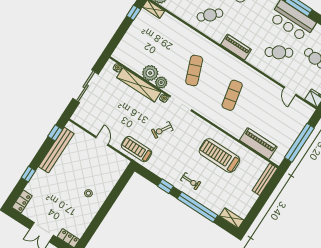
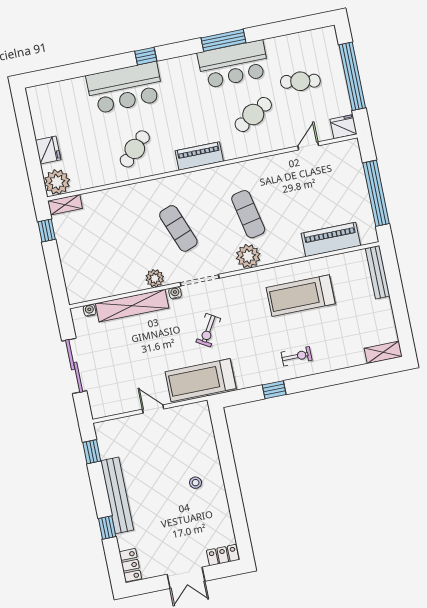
plant: (150, 73) -> (248, 256), moved
door: (290, 91) -> (308, 146), swing flipped
treadmill: (137, 149) -> (201, 380), width x1.37, depth x1.38
bench: (56, 150) -> (117, 495), moved
window: (197, 207) -> (333, 378), removed

